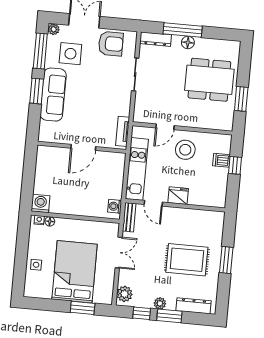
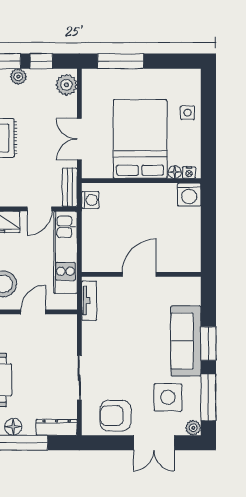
door: (153, 203) -> (39, 209), swing flipped
bed: (75, 272) -> (140, 139), moved, turned 180
window: (83, 308) -> (121, 61), width x1.44

